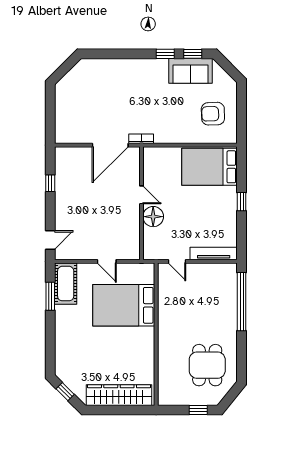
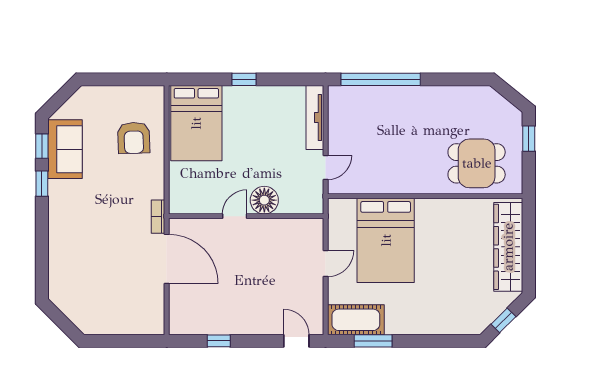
armchair: (213, 114) -> (134, 138), moved
dining table: (207, 365) -> (477, 163), moved

